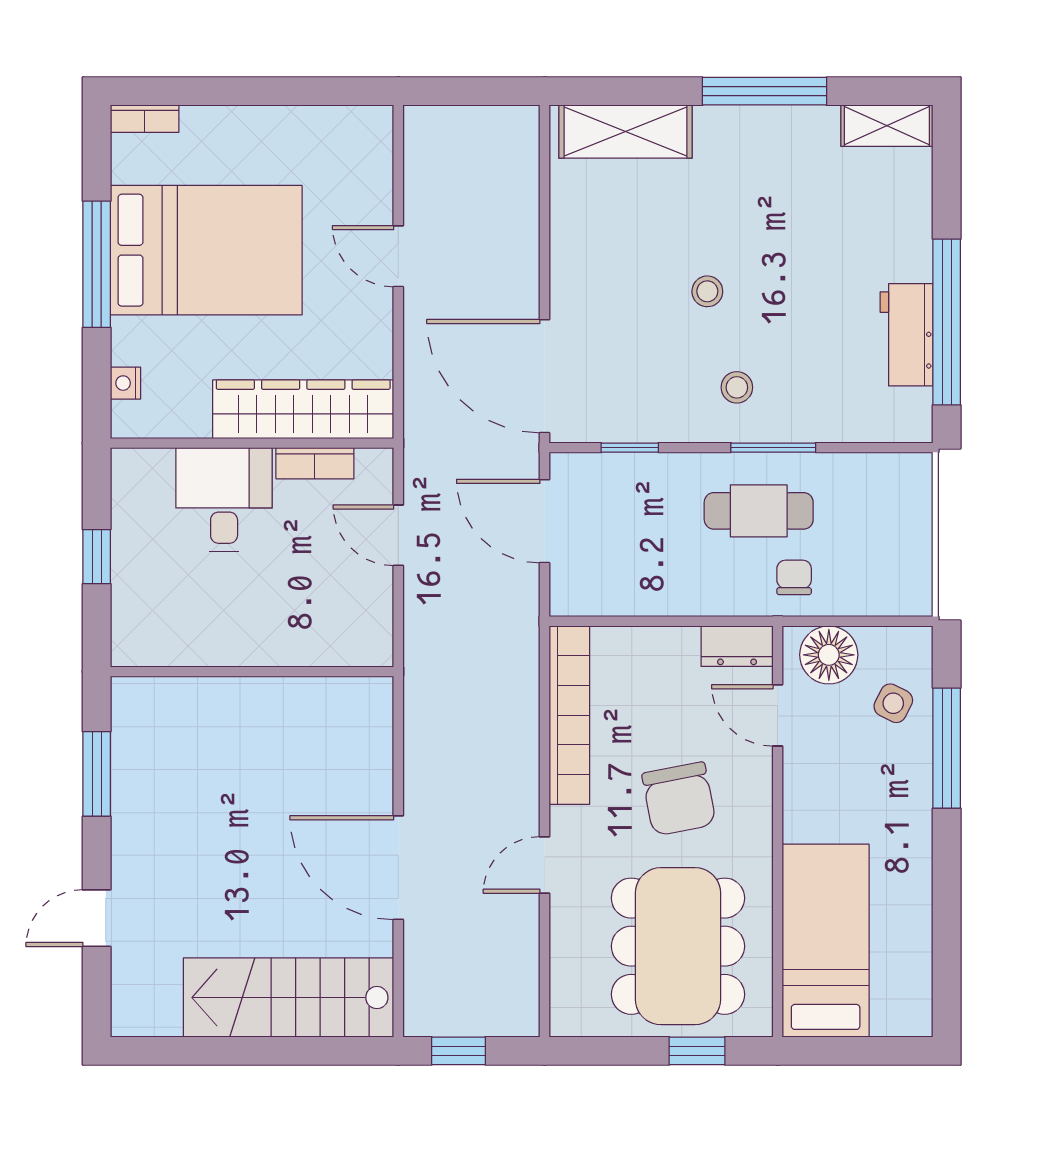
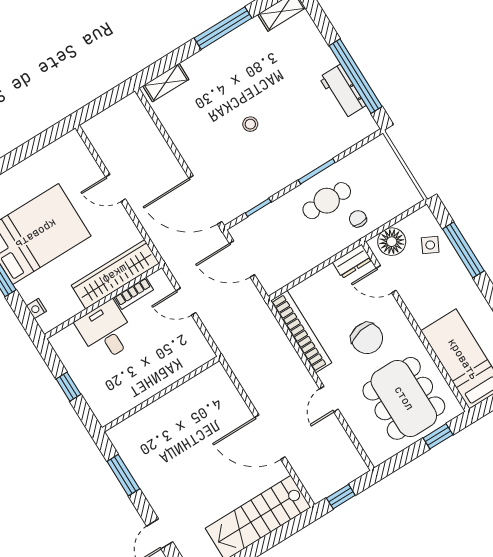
shelving: (625, 132) -> (166, 83), width x0.67, depth x0.75
stool: (737, 387) -> (287, 156), removed

